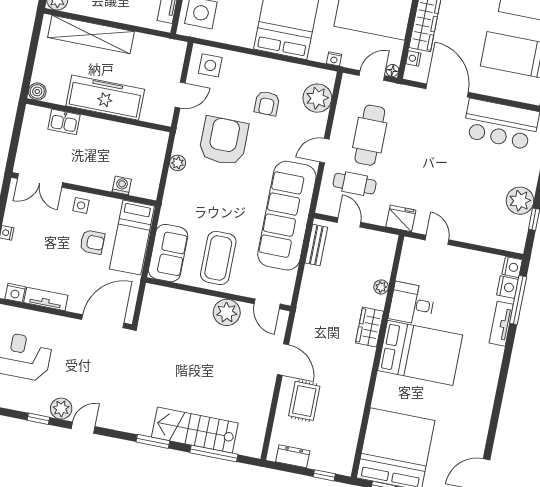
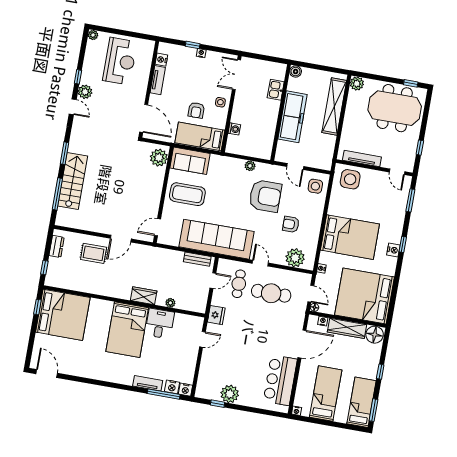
plant: (227, 312) -> (159, 158), moved

